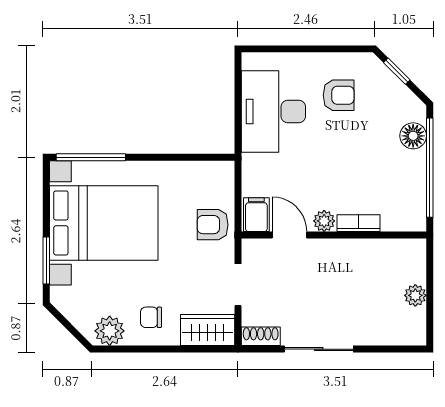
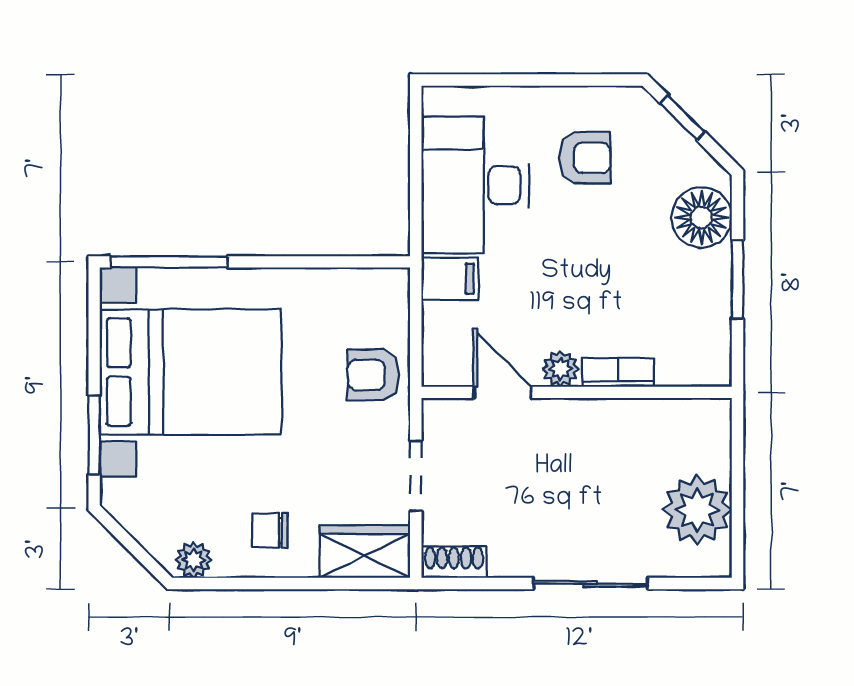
floor lamp: (413, 136) -> (701, 218), width x1.38, depth x1.38
window: (430, 168) -> (737, 279), width x0.47
filing cabinet: (256, 215) -> (450, 279), moved, turned 90
plant: (415, 295) -> (697, 510), width x1.88, depth x1.88
plant: (110, 331) -> (194, 560), width x0.73, depth x0.73
sliding door: (319, 349) -> (590, 584), moved

